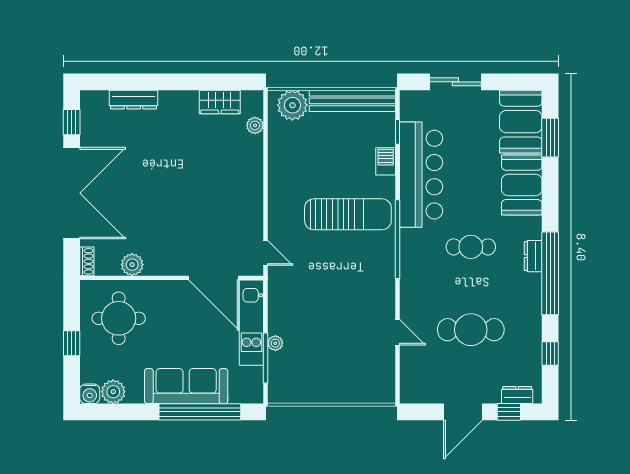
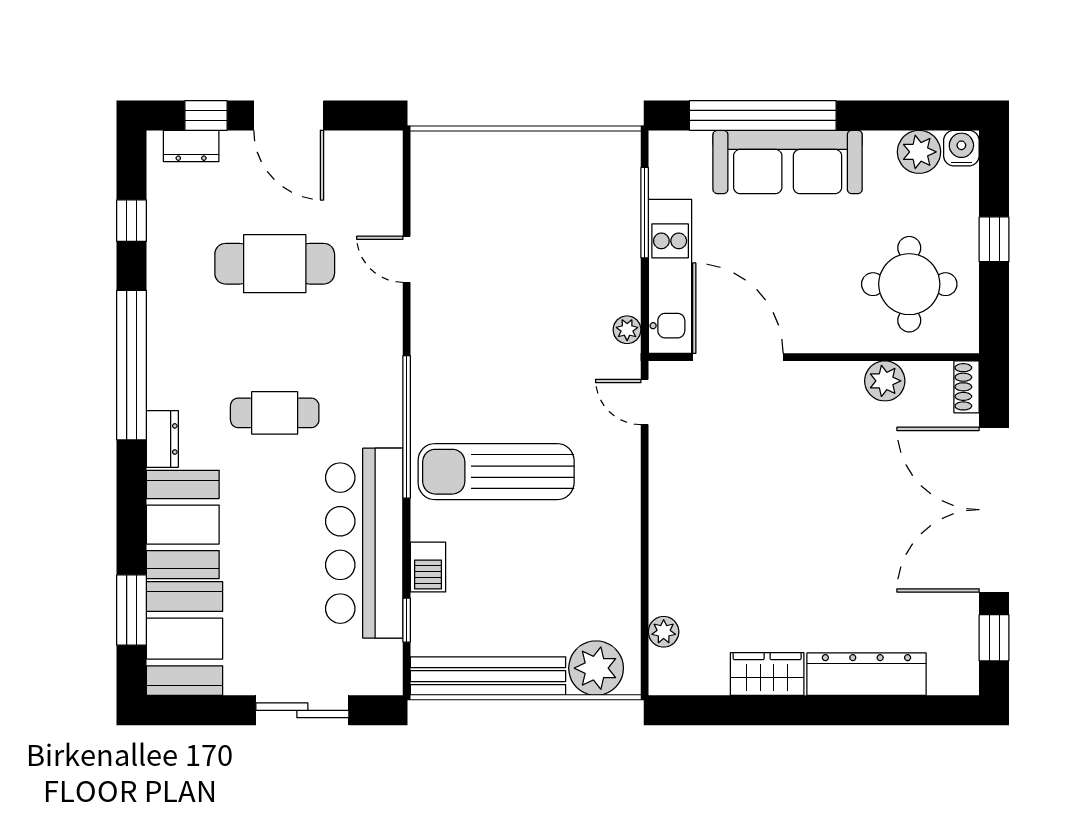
dresser: (134, 100) -> (866, 674), width x1.37, depth x1.24
wardrobe: (220, 102) -> (767, 674), moved
dresser: (533, 256) -> (162, 439), moved
plant: (275, 343) -> (627, 330), moved
door: (463, 412) -> (289, 115), swing flipped

